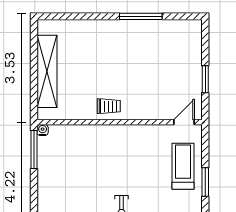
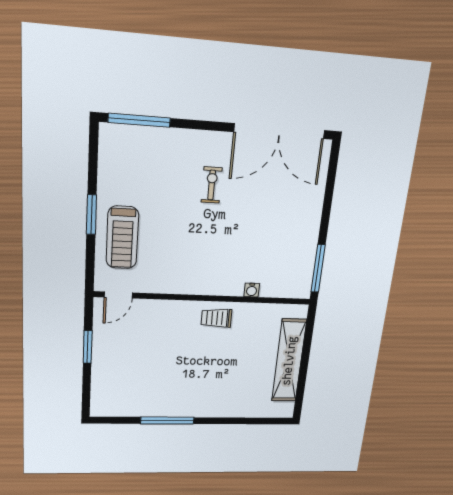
water cooler: (43, 130) -> (252, 290), moved

